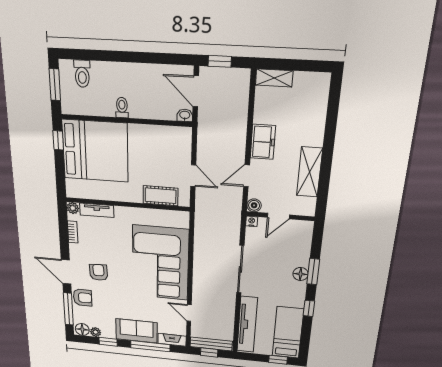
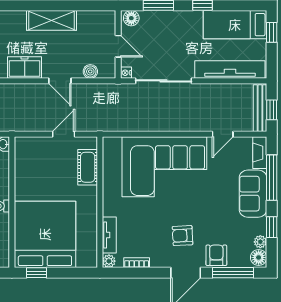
door: (278, 216) -> (118, 46), moved
wall: (280, 216) -> (118, 44), moved
nightstand: (252, 221) -> (126, 73), moved
floor lamp: (301, 274) -> (131, 18), moved

